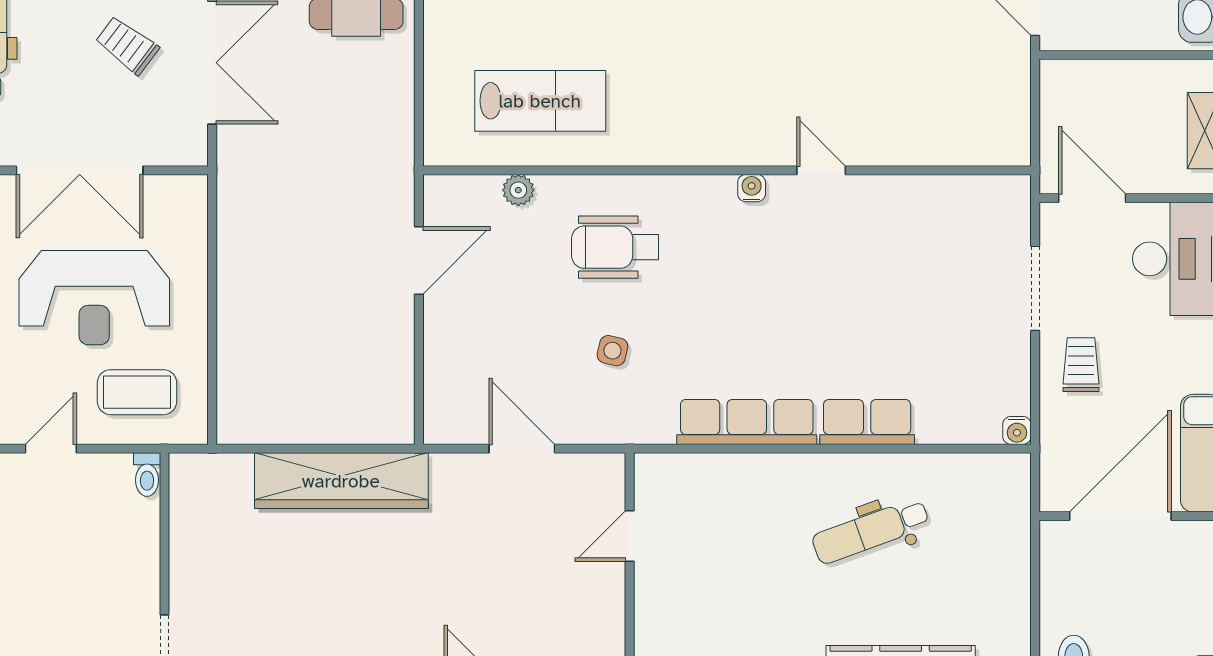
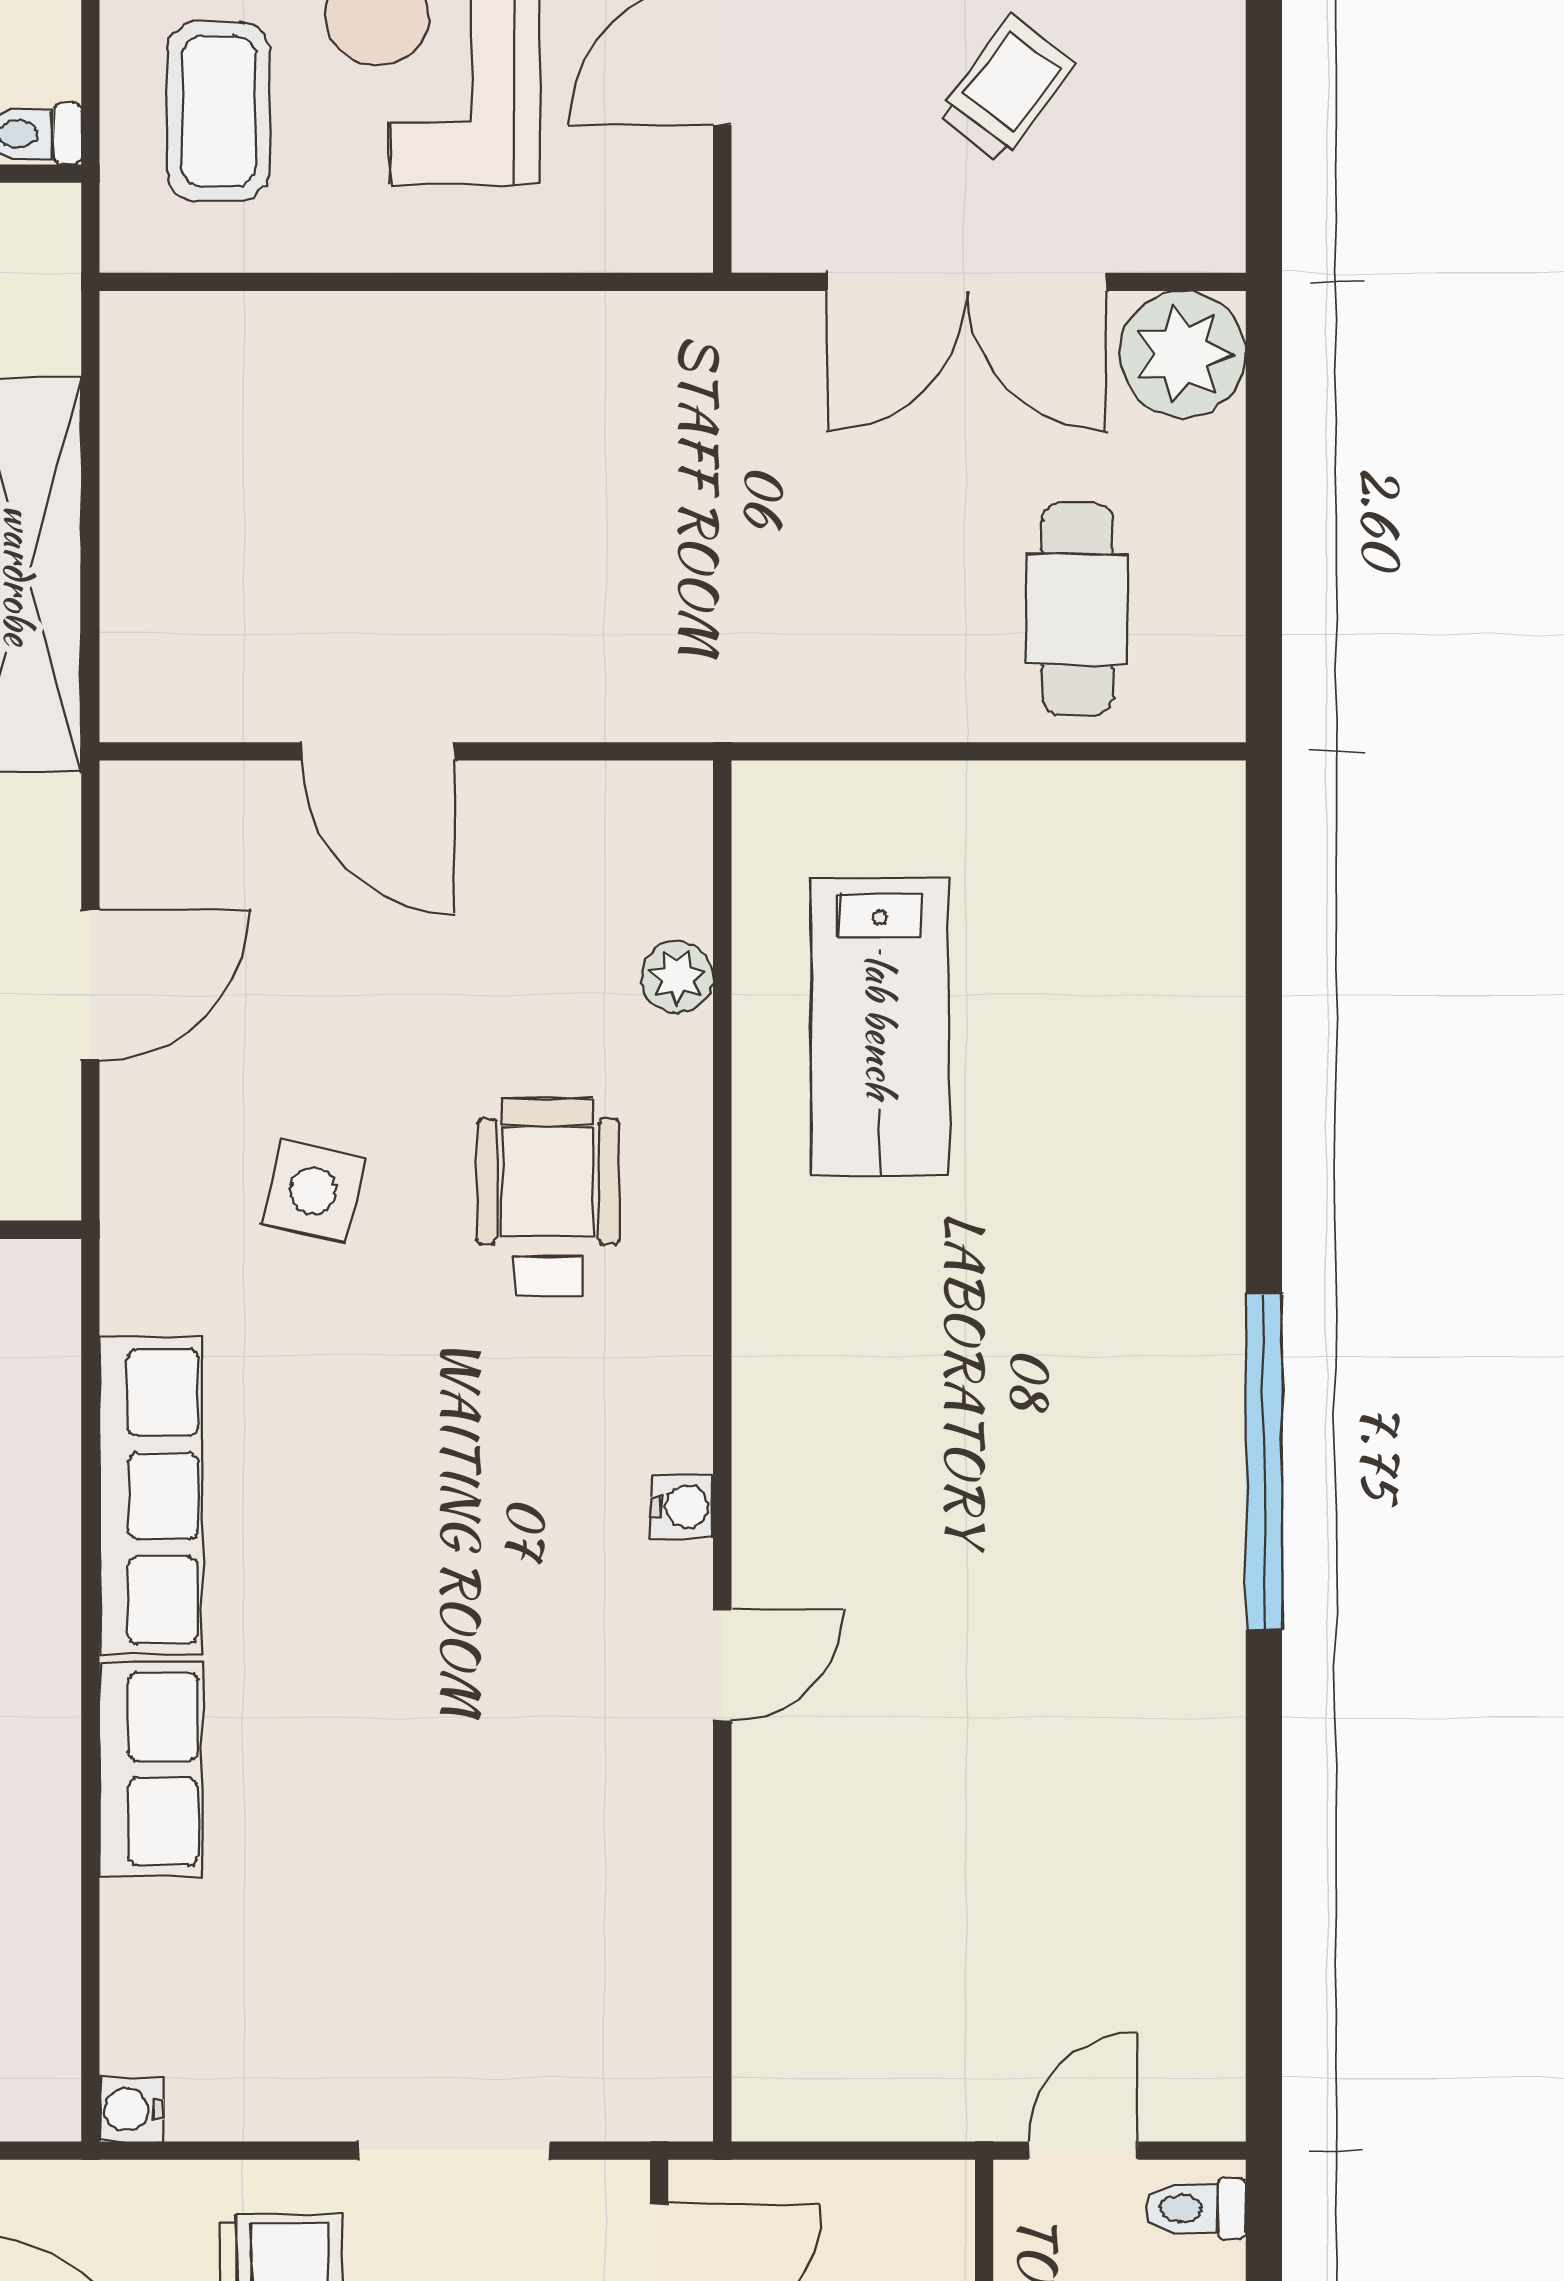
door: (419, 261) -> (378, 751), moved
side table: (612, 351) -> (313, 1191), width x1.37, depth x1.37

